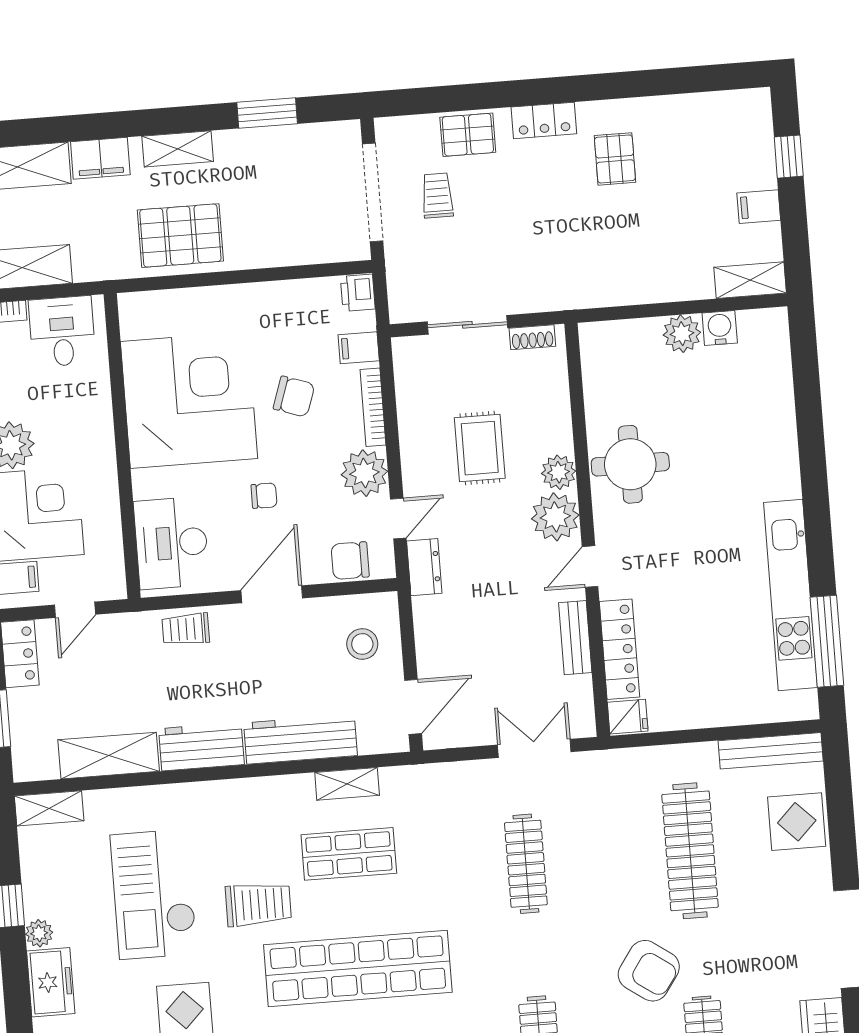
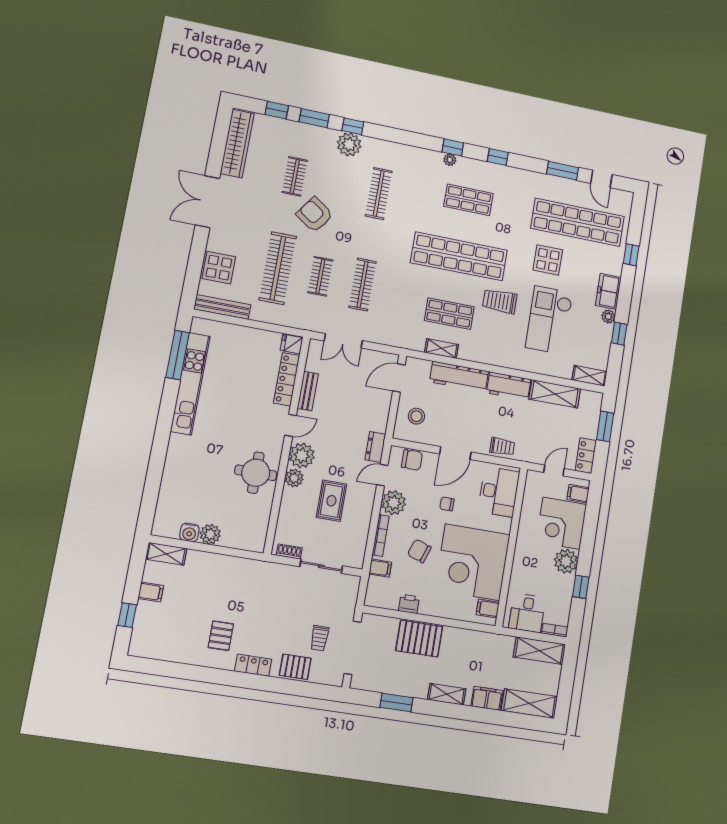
pallet: (180, 236) -> (419, 639), moved
printer: (358, 293) -> (409, 604), moved, turned -90
filing cabinet: (139, 322) -> (488, 608), added
clothes rail: (608, 857) -> (320, 276), added
checkout: (154, 894) -> (549, 320), turned 180

